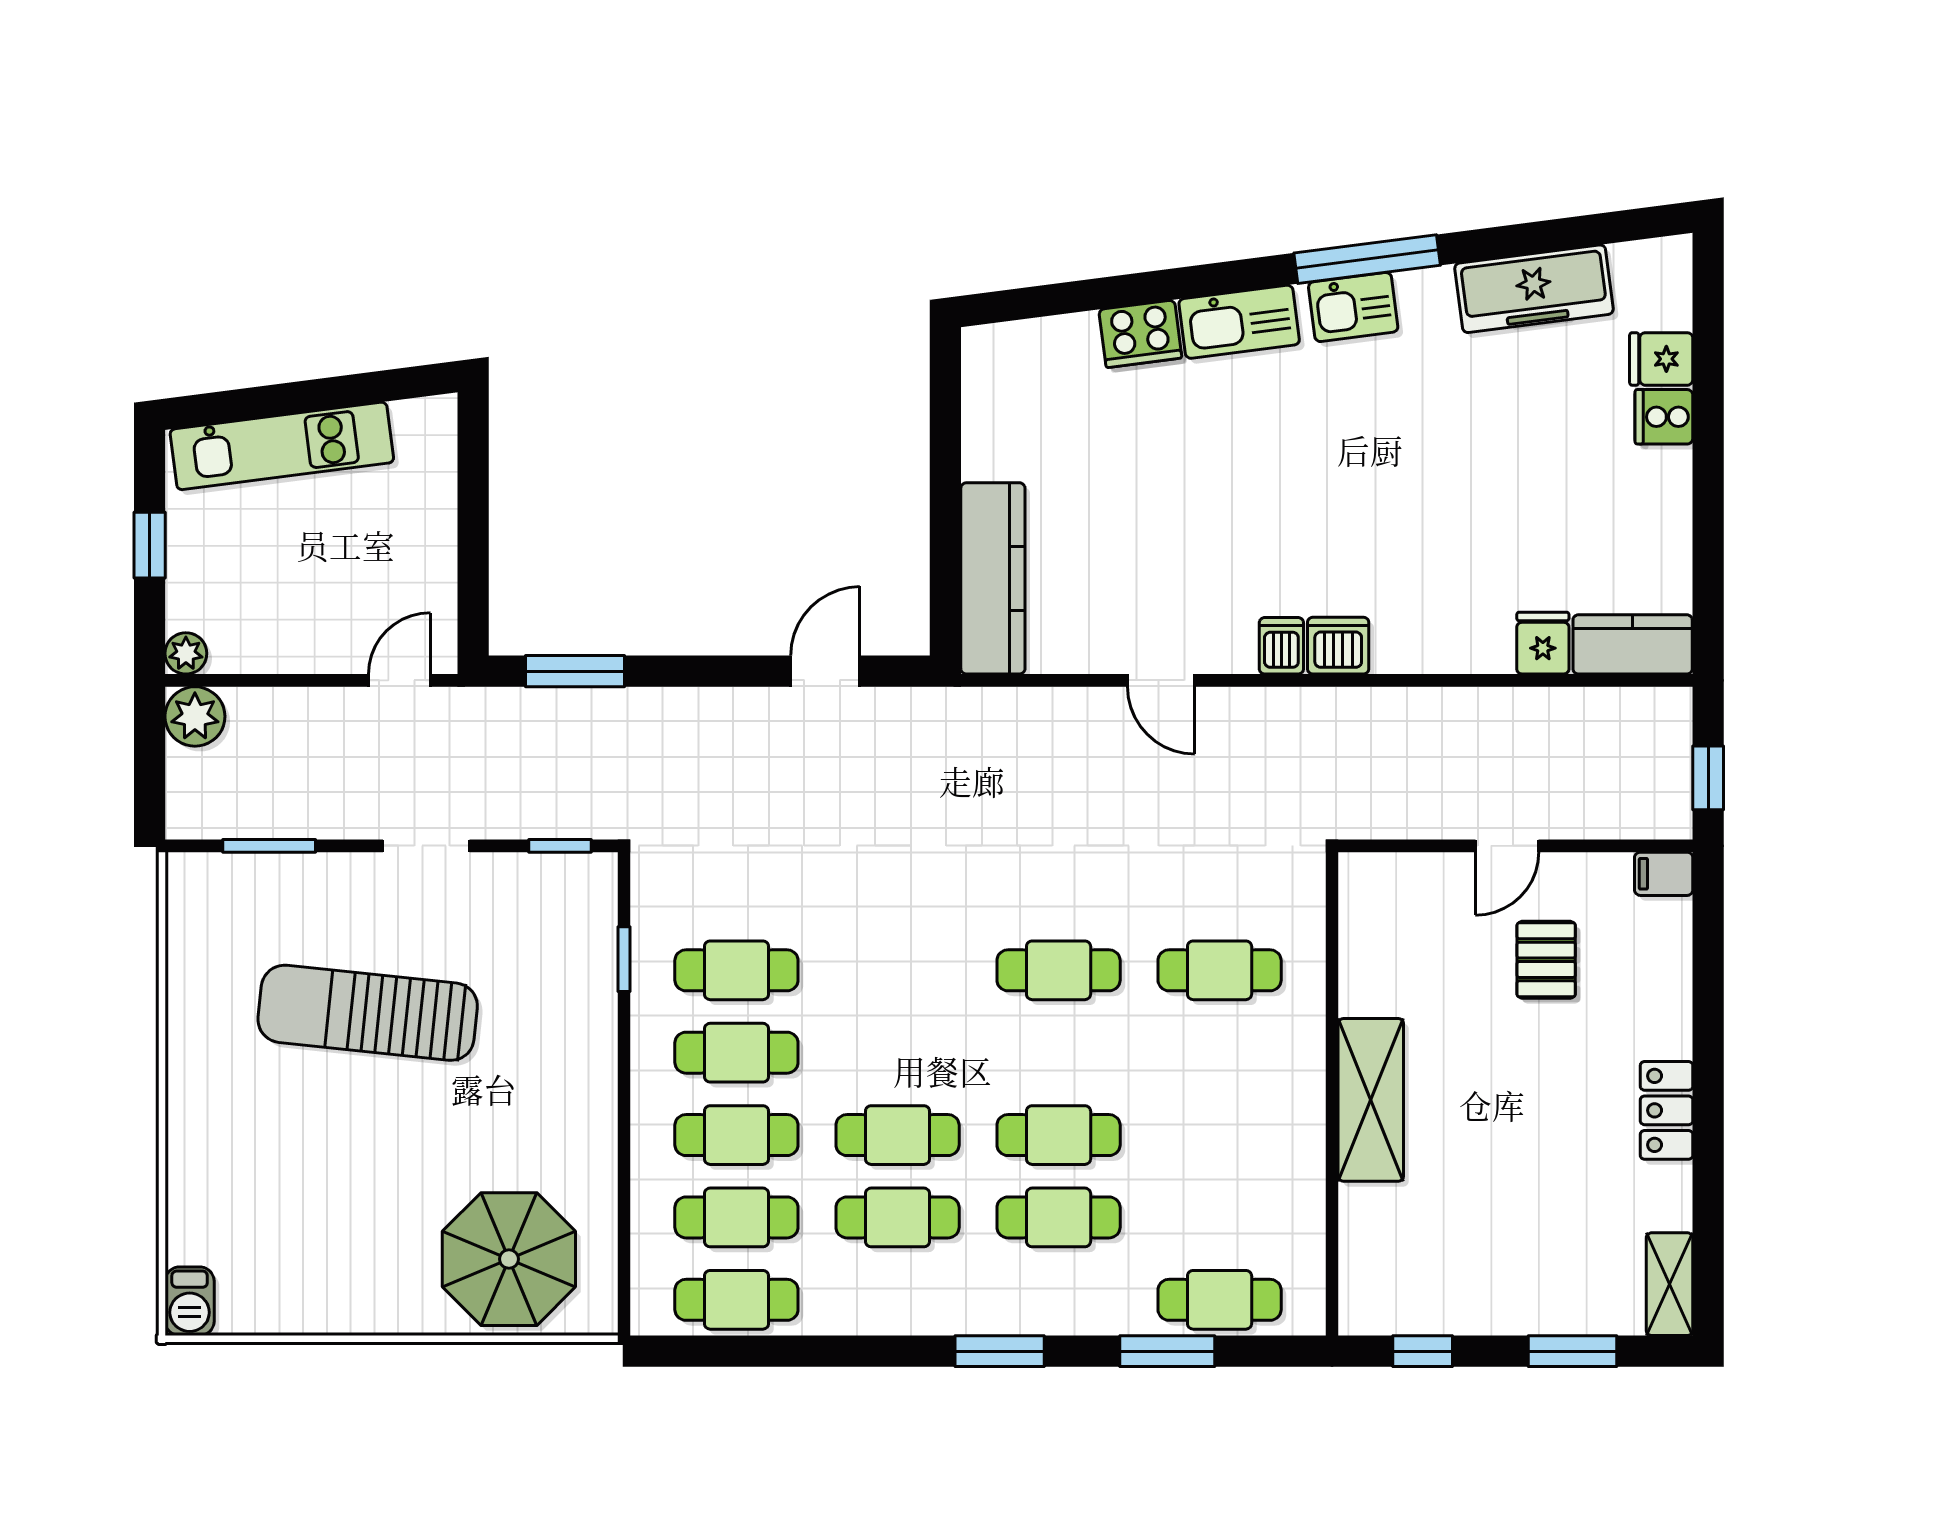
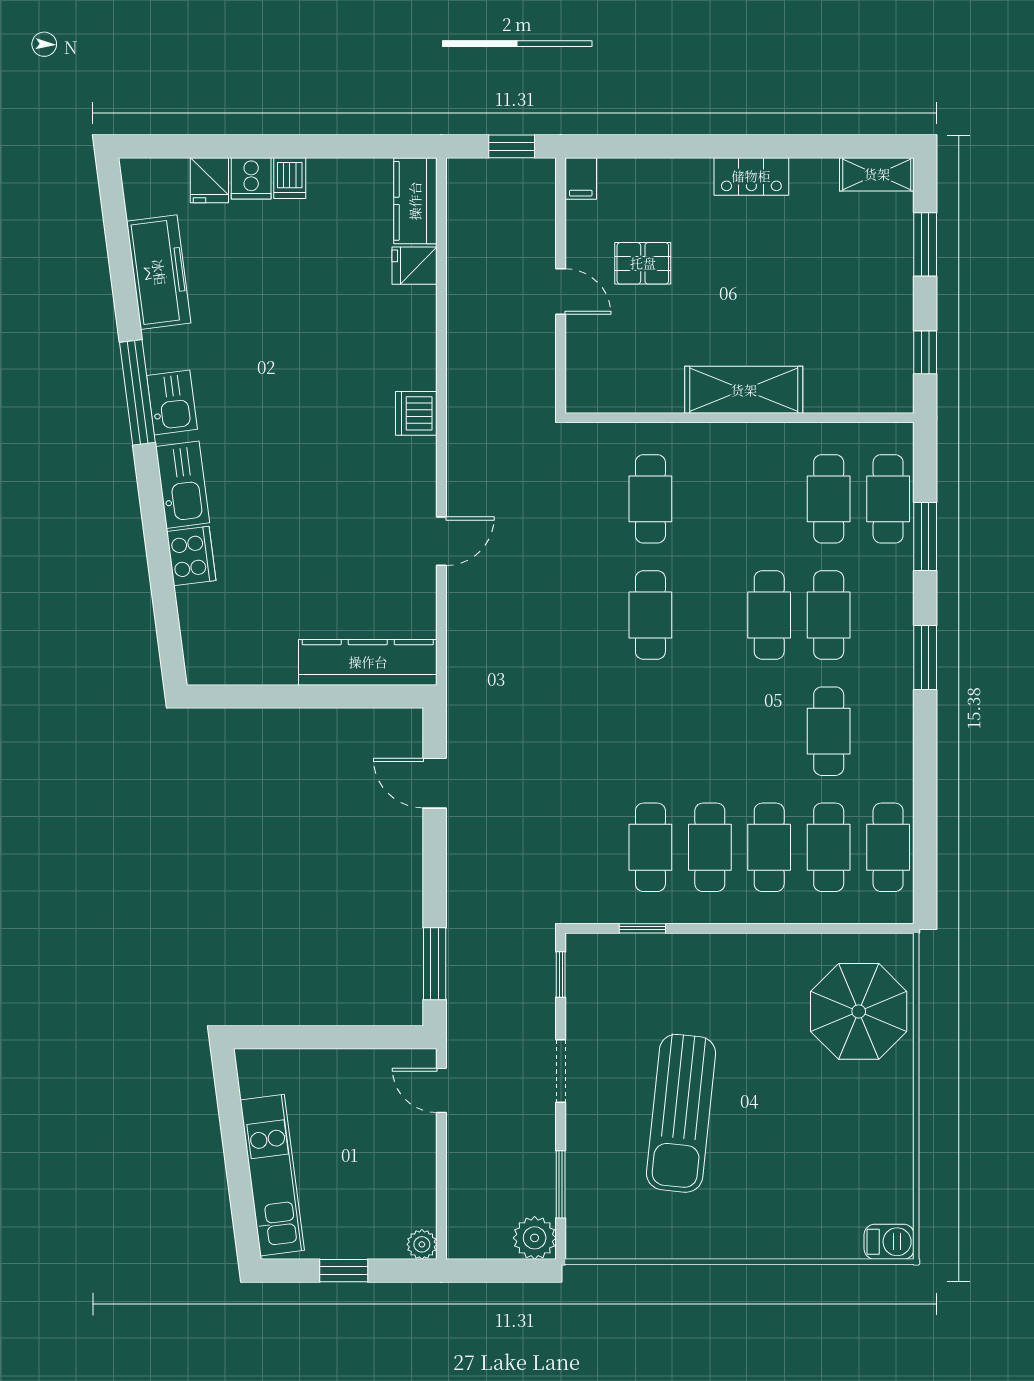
dishwasher: (1281, 646) -> (290, 178), moved, turned -90
plant: (195, 716) -> (535, 1238), moved
cafe table: (898, 1135) -> (829, 499), moved

